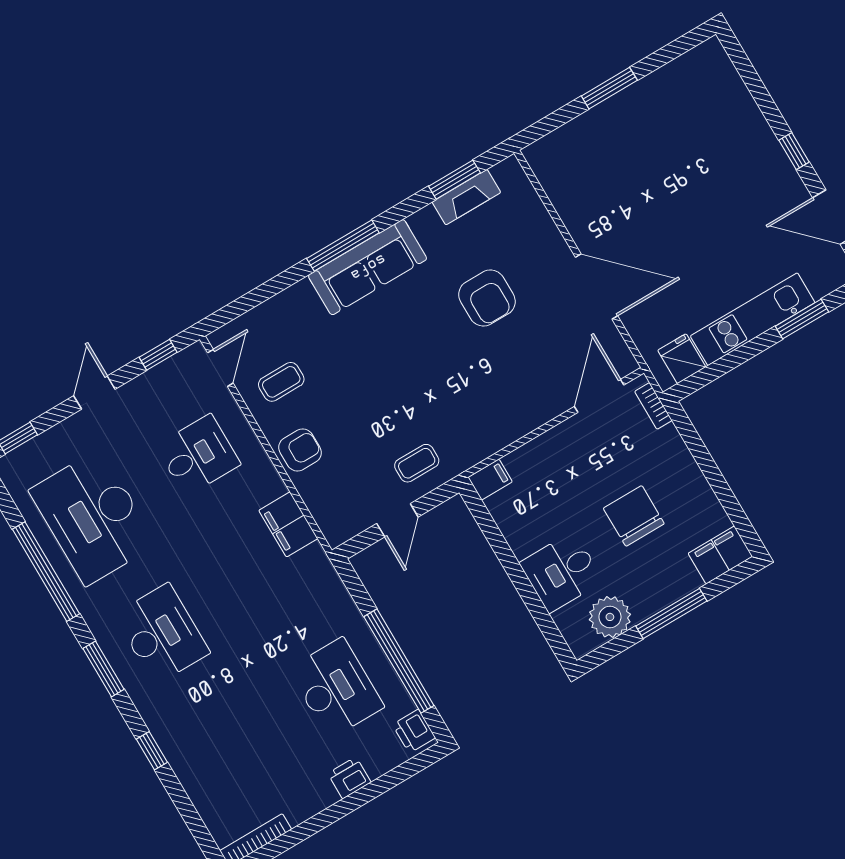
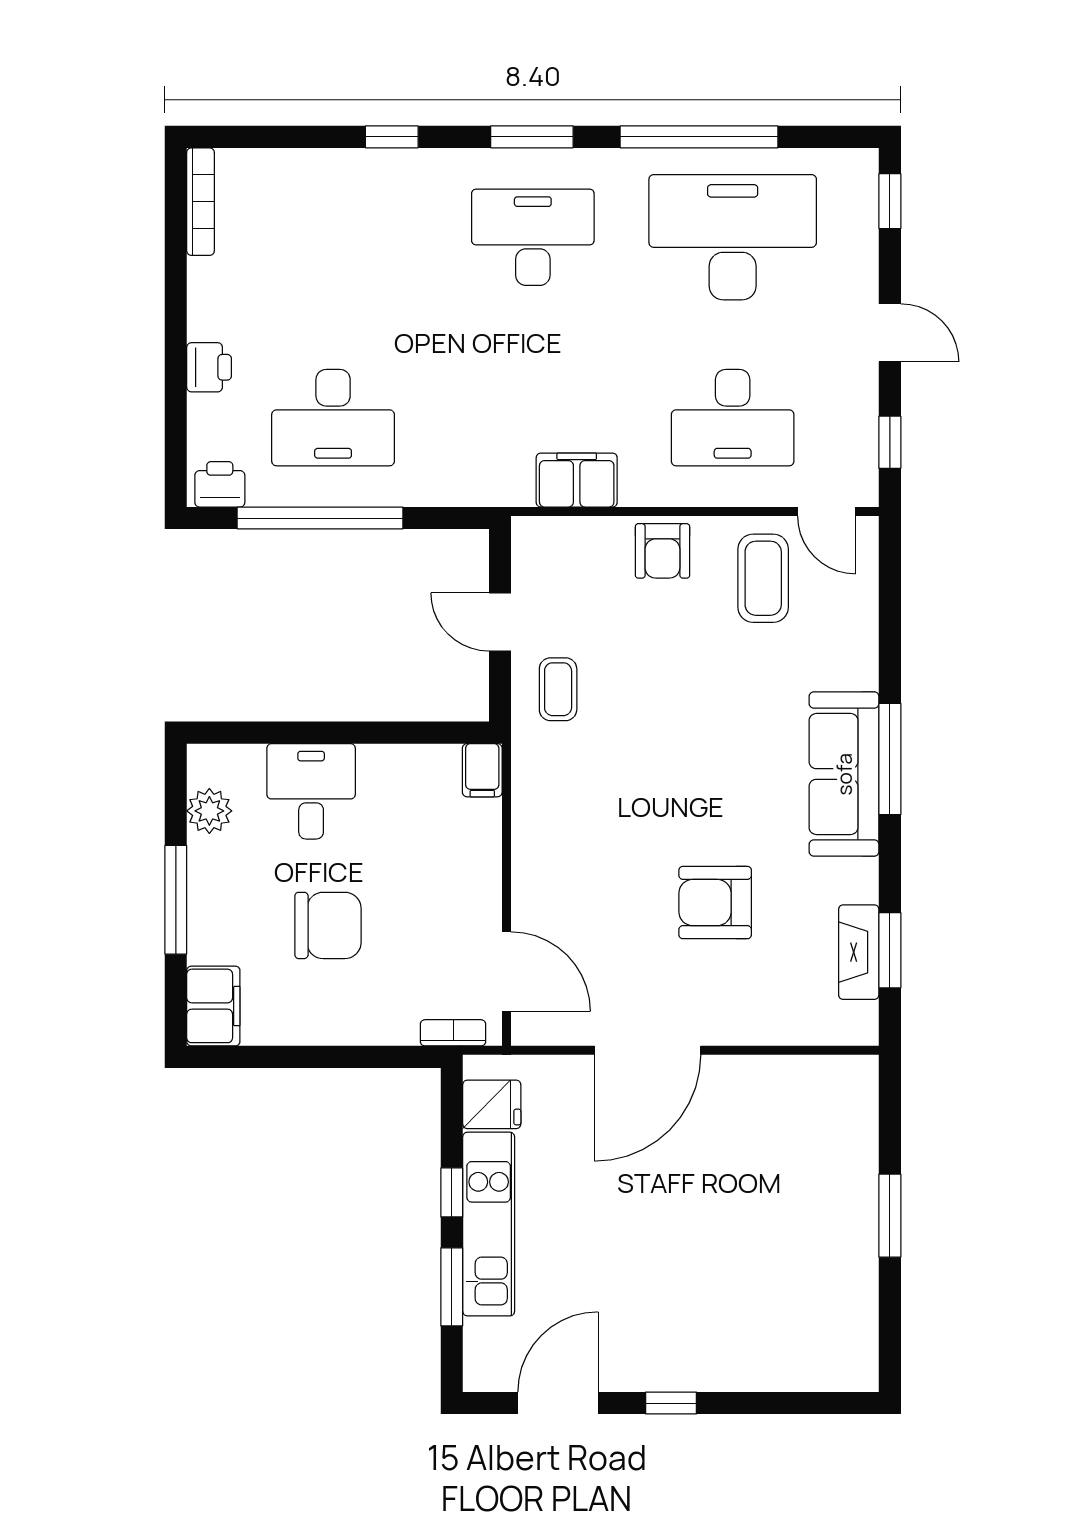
window: (747, 352) -> (452, 1192), added
coffee table: (281, 382) -> (763, 578), width x1.36, depth x1.30
desk: (198, 455) -> (733, 418), width x1.37
plant: (610, 617) -> (209, 811), width x0.73, depth x0.73
desk: (162, 634) -> (533, 237), turned 180

